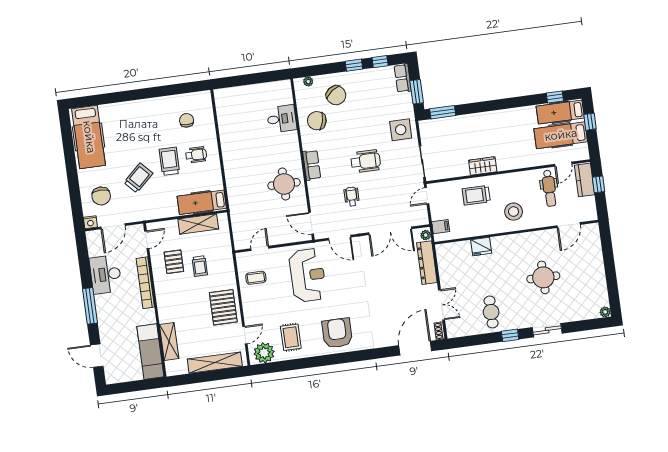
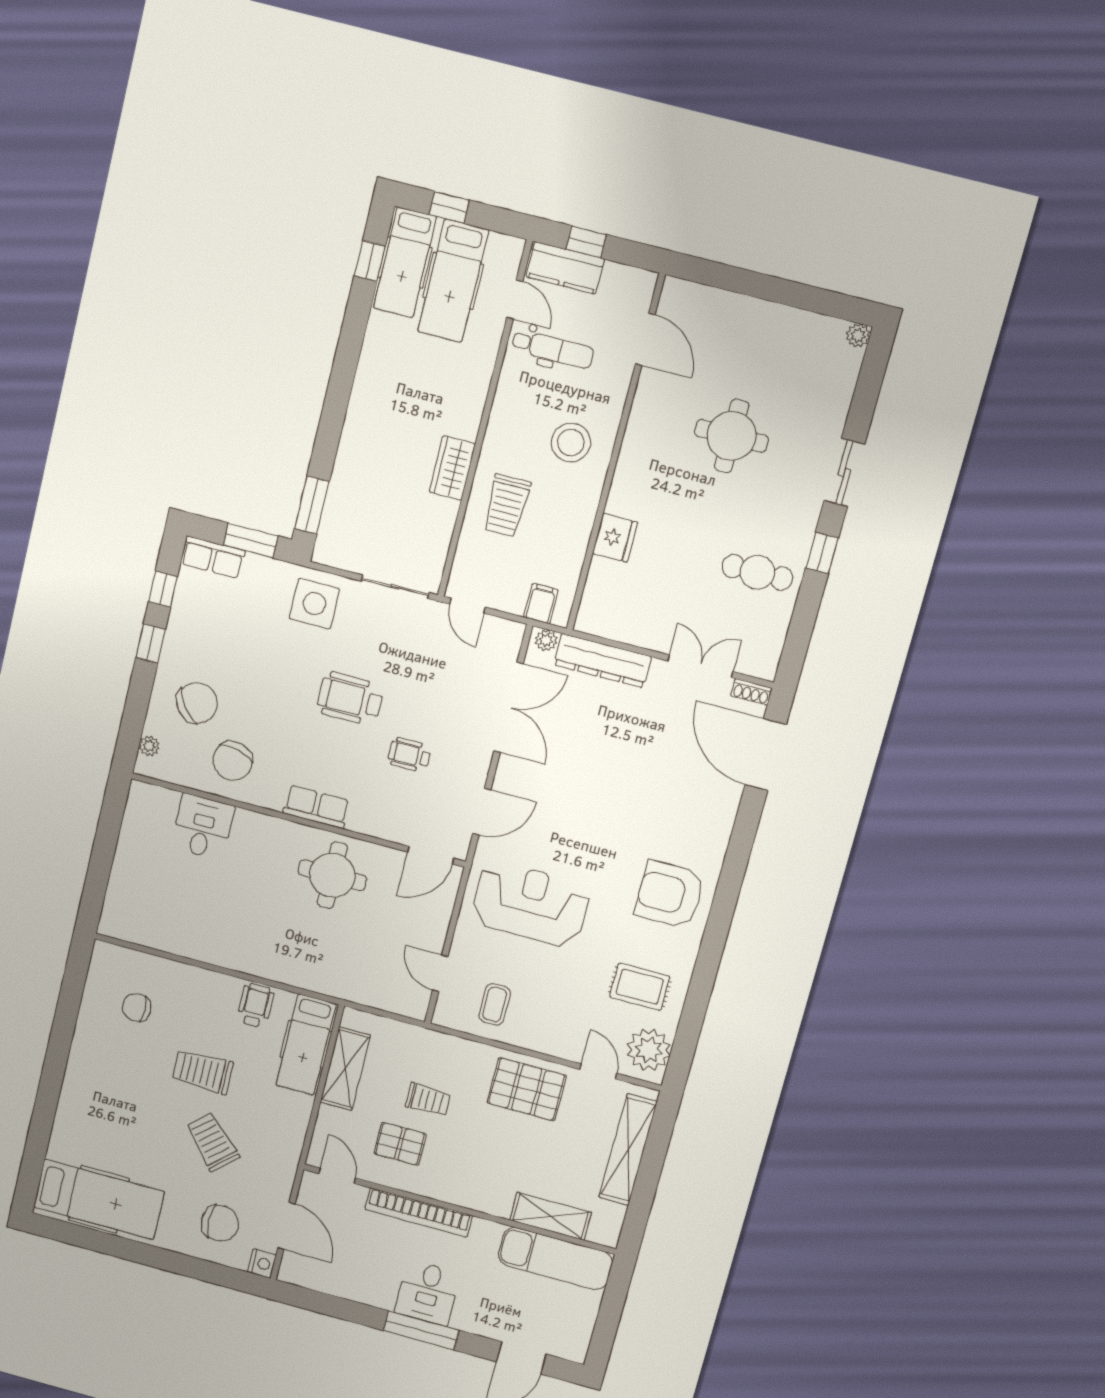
wheelchair: (196, 155) -> (255, 1005), moved
wheelchair: (366, 161) -> (350, 699), turned -90
desk: (106, 274) -> (428, 1293), moved, width x0.73

